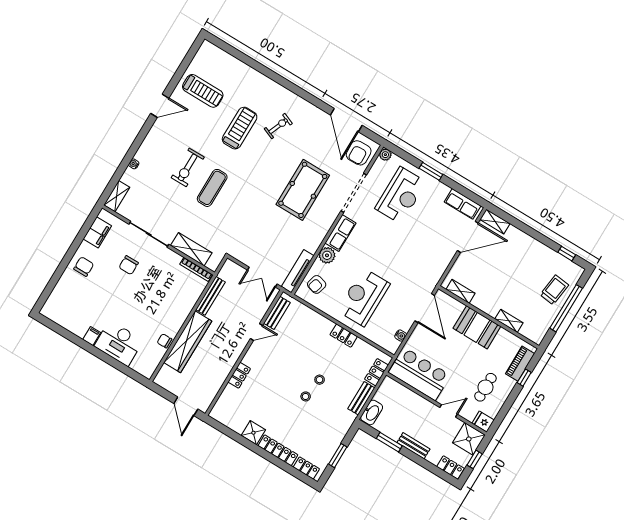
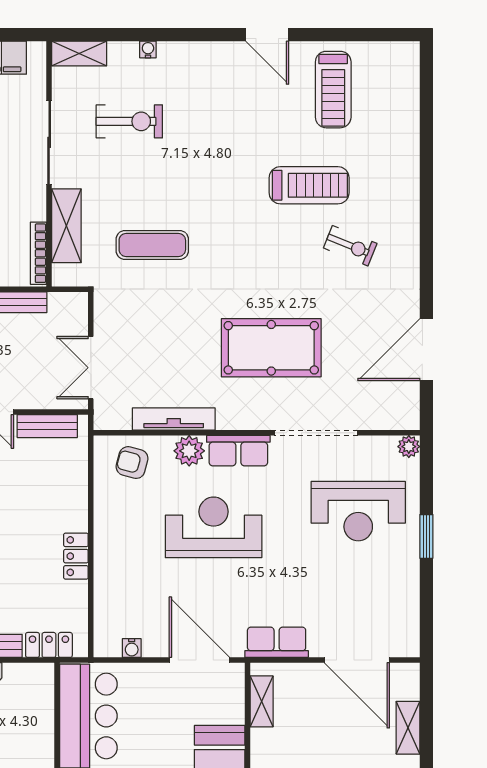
armchair: (359, 153) -> (386, 402), removed
exercise bike: (188, 167) -> (129, 121), moved, turned 180
exercise mat: (212, 188) -> (152, 245), moved
row of seats: (463, 204) -> (277, 642), moved, turned 90
shelving: (495, 222) -> (408, 728), moved
tv unit: (298, 271) -> (174, 419), moved
reception desk: (364, 297) -> (214, 527), moved
door: (425, 308) -> (199, 660), swing flipped

